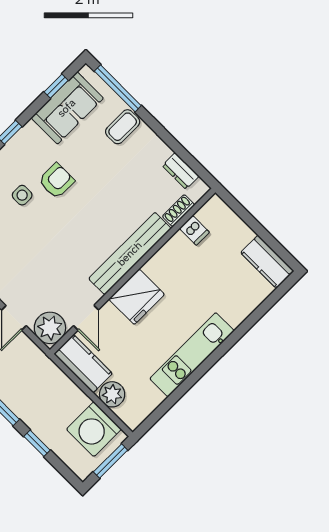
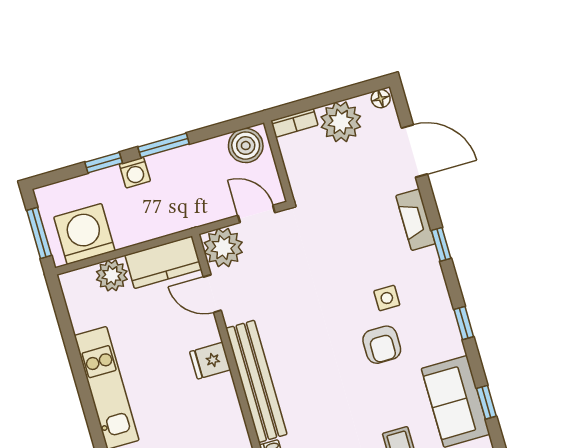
fridge: (137, 297) -> (210, 361), width x0.53, depth x0.75
washing machine: (32, 418) -> (135, 173), added

